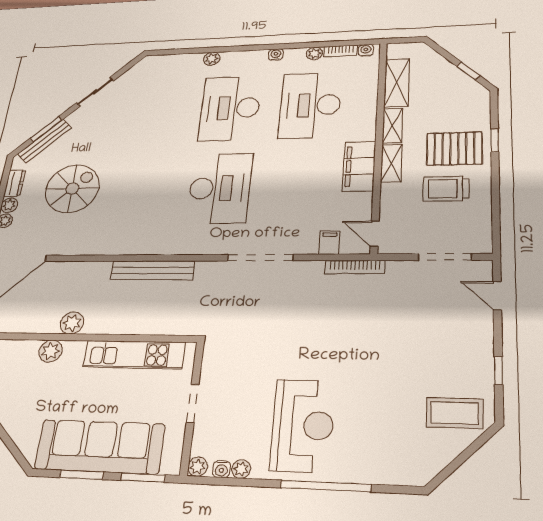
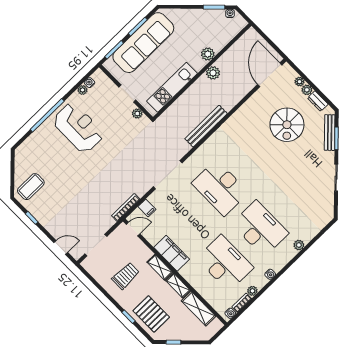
pallet: (454, 149) -> (151, 314), moved, turned 90
reception desk: (303, 425) -> (78, 128), turned 180
plant: (198, 467) -> (137, 113), moved

